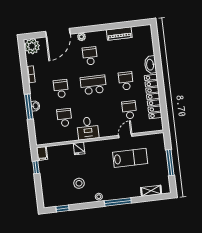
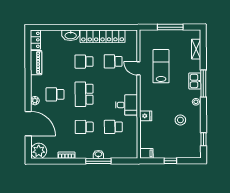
locker: (142, 30) -> (35, 40), added
window: (36, 167) -> (170, 161), moved
kitchen sink: (119, 193) -> (195, 81), added

